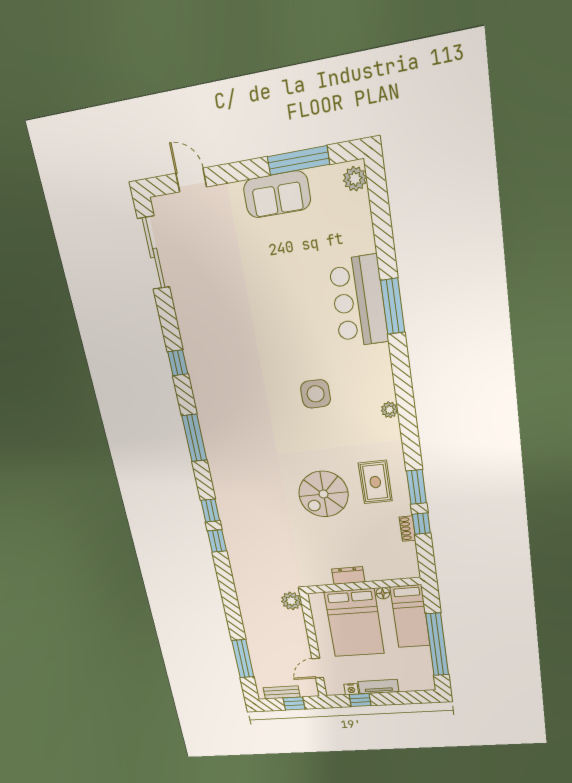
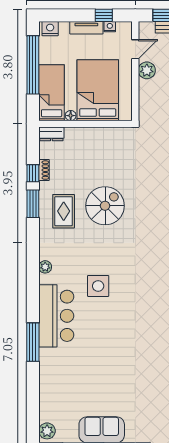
bar counter: (359, 302) -> (56, 316), moved
dresser: (348, 575) -> (51, 134), moved
plant: (291, 601) -> (147, 70), moved
nightstand: (421, 683) -> (50, 29), added

